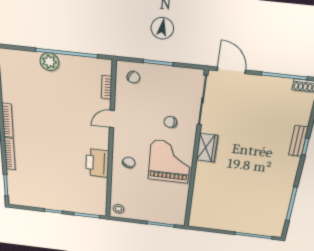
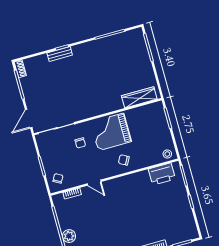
wardrobe: (207, 148) -> (139, 97), moved, width x1.50
printer: (97, 163) -> (162, 174), moved

